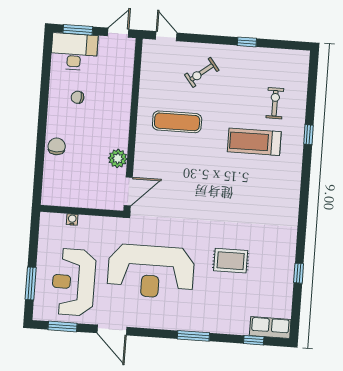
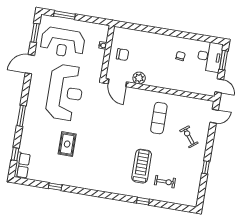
chair: (57, 146) -> (122, 55), moved
reception desk: (151, 271) -> (65, 92), turned 180
reception desk: (73, 282) -> (63, 42), turned 180

